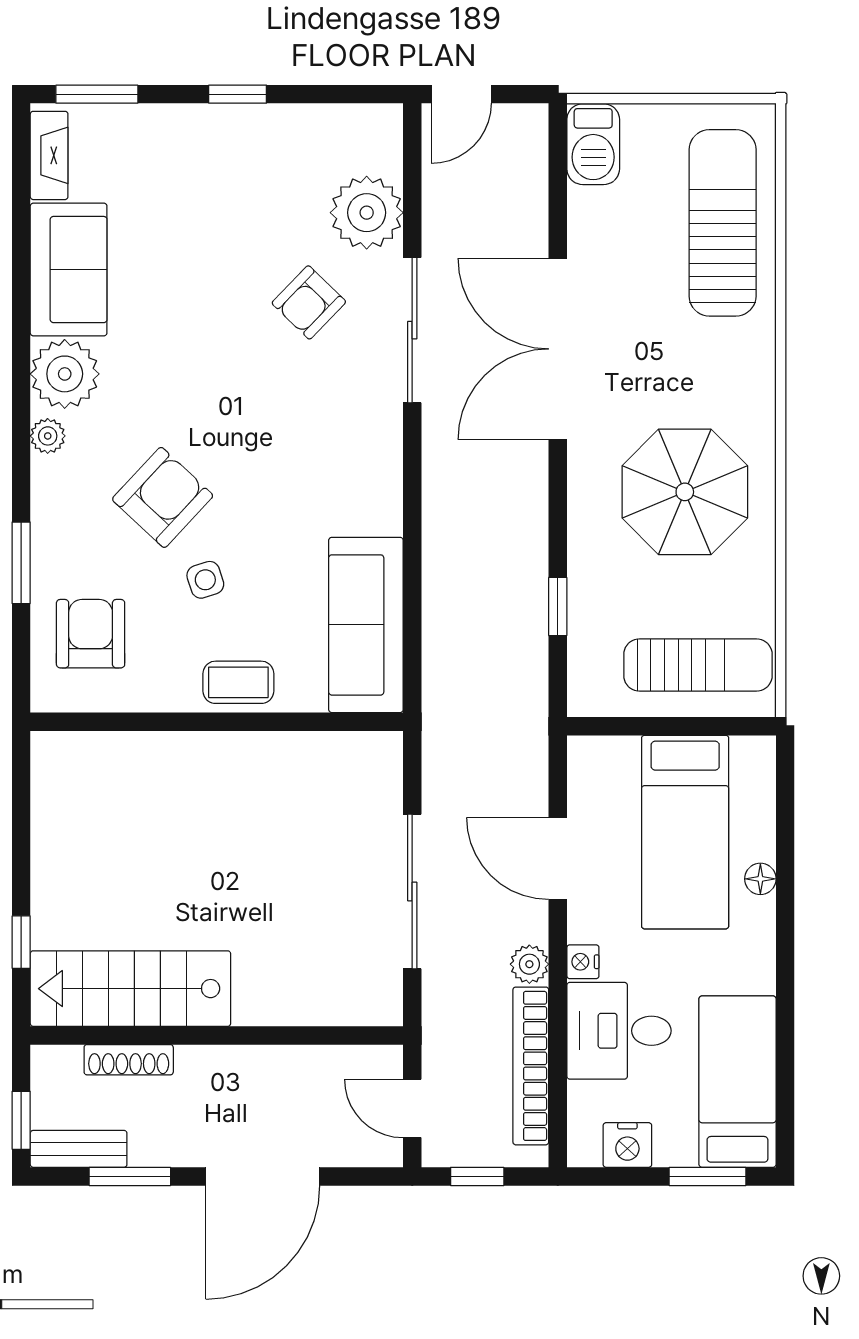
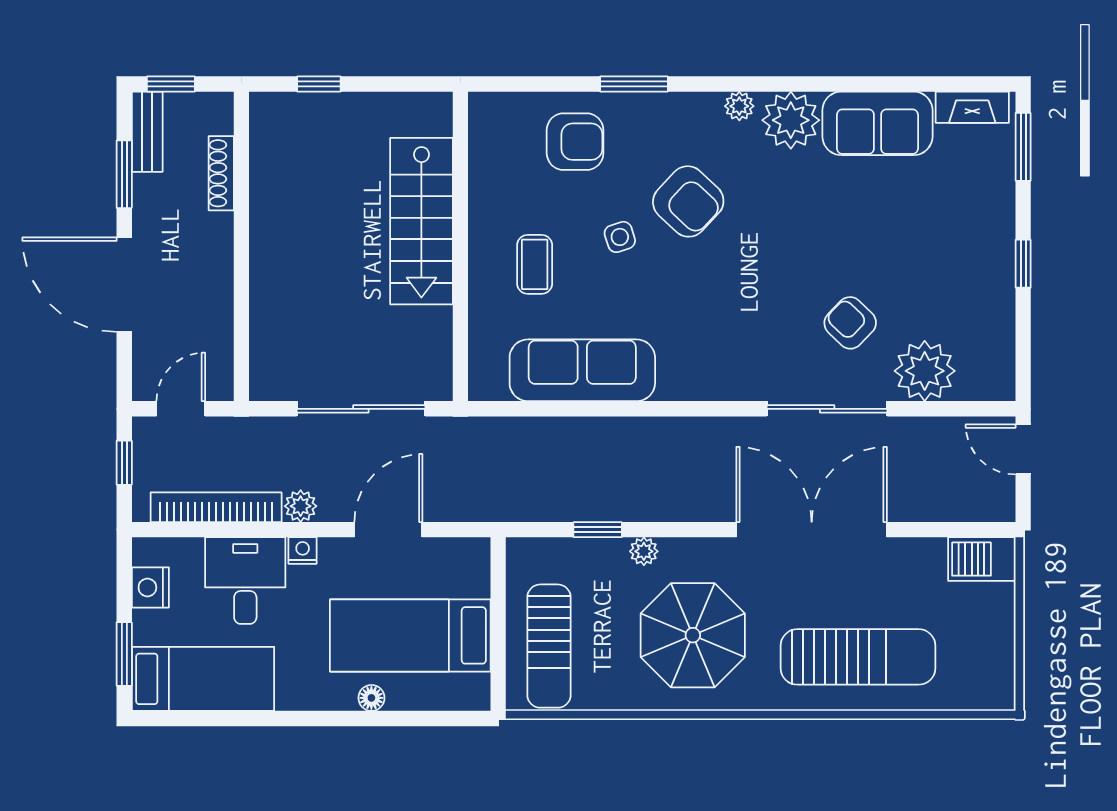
sun lounger: (723, 223) -> (858, 657), moved
plant: (584, 551) -> (644, 551), added
wall: (217, 722) -> (460, 246), moved
stairs: (130, 989) -> (421, 221), moved, turned 180

